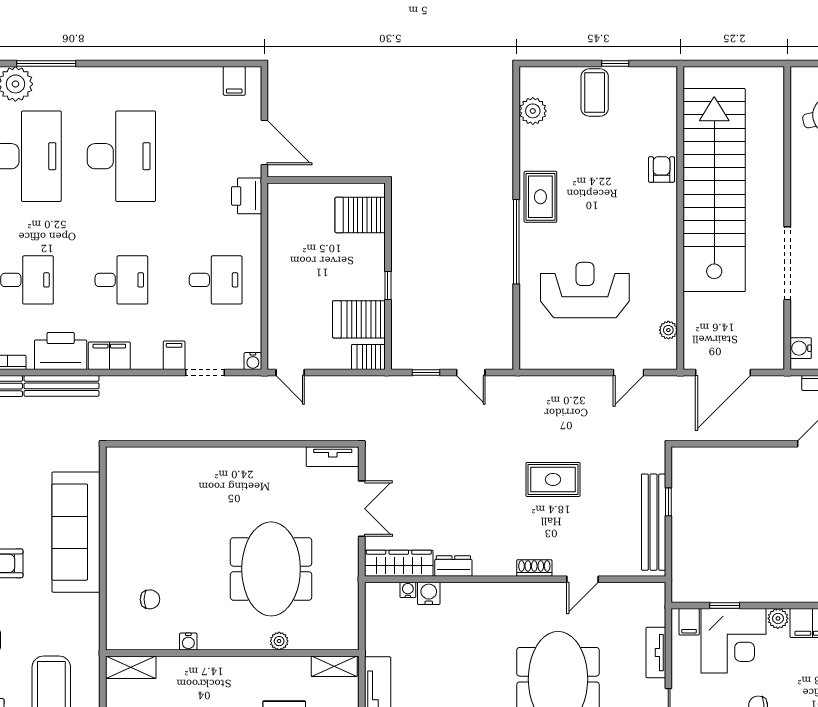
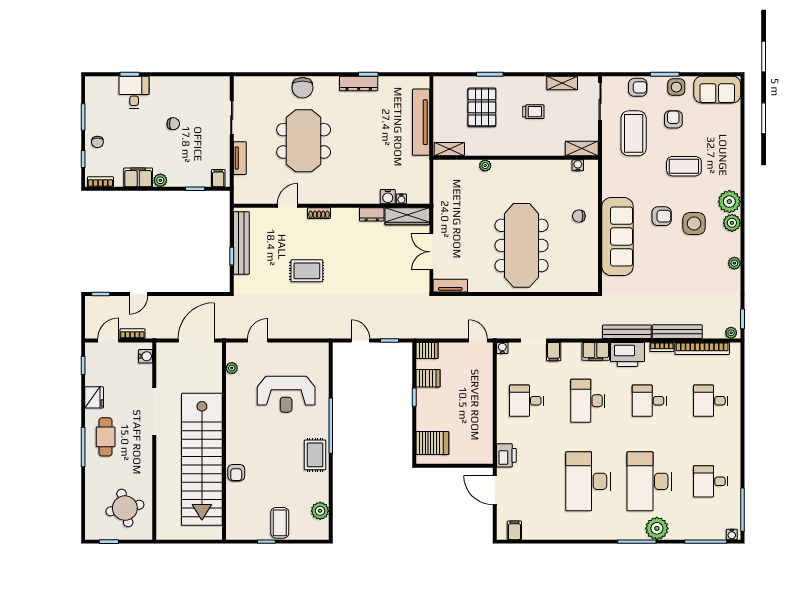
desk: (121, 280) -> (588, 401), width x1.37
server rack: (359, 319) -> (428, 378), width x0.73, depth x0.70
meeting table: (271, 569) -> (522, 245), moved, width x1.36
chair: (150, 599) -> (579, 216), moved
corner desk: (734, 641) -> (189, 166), removed
water cooler: (188, 642) -> (578, 165), moved

